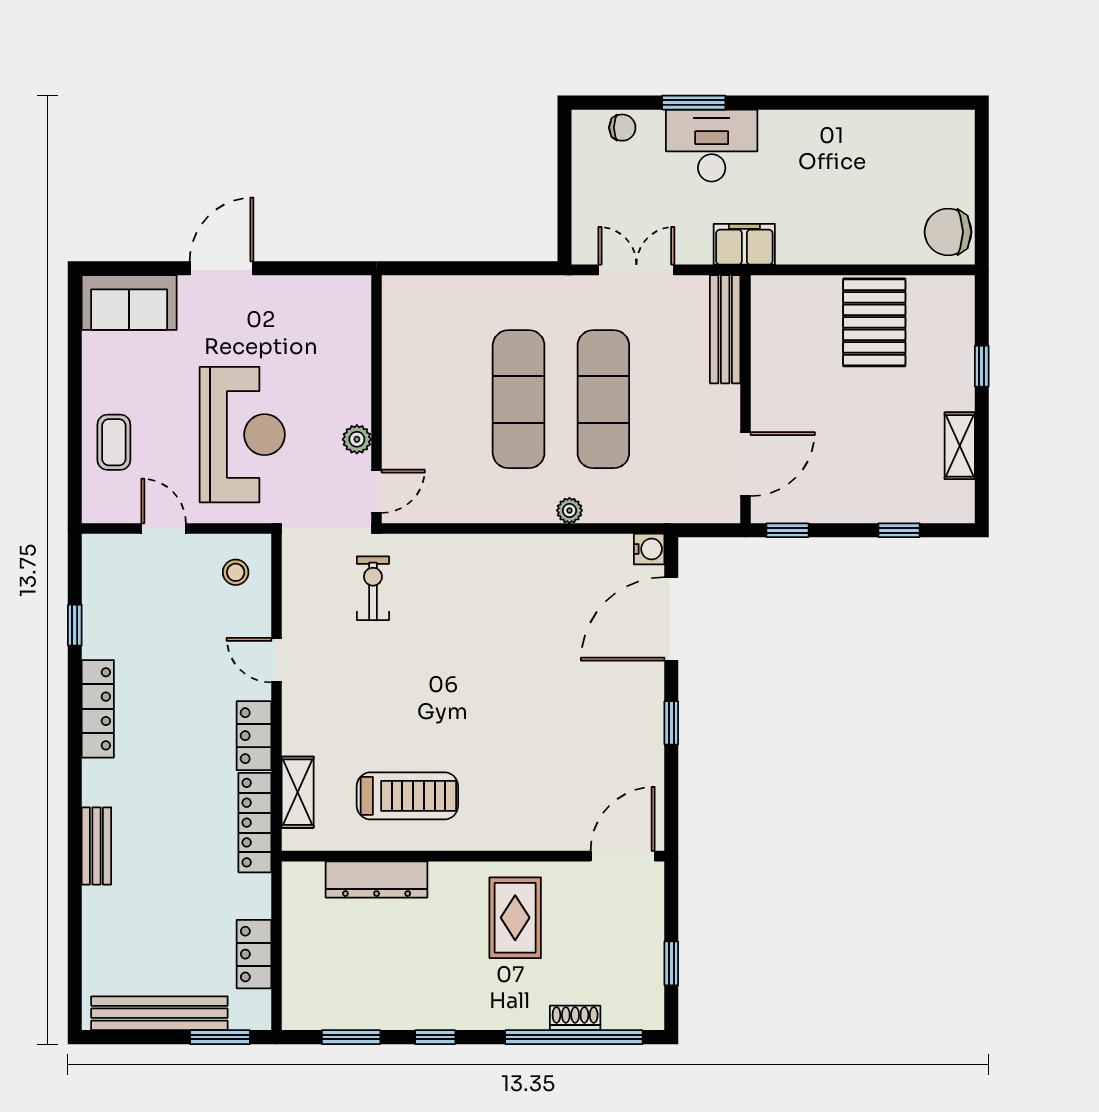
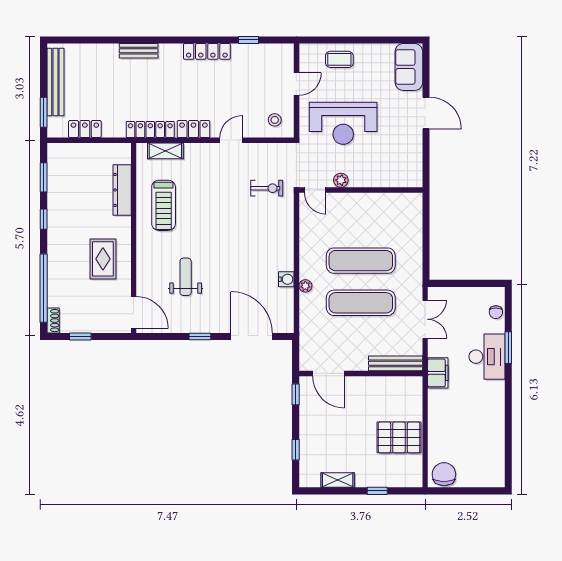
water cooler: (649, 549) -> (286, 279), moved, turned -90
weight bench: (551, 752) -> (186, 277), added
rug: (515, 918) -> (103, 259), turned 90
shoe rack: (575, 1018) -> (53, 321), moved

